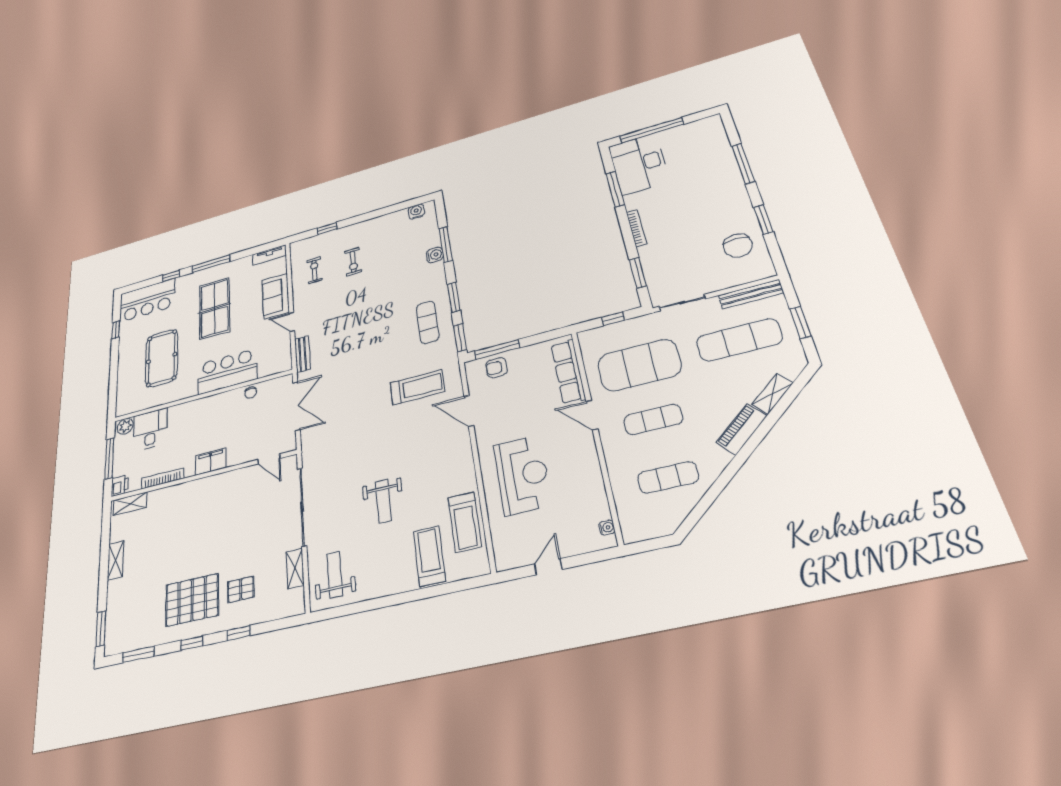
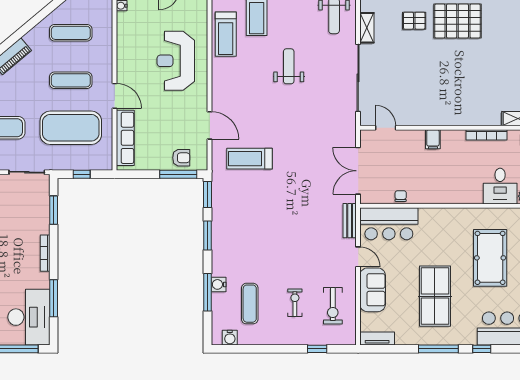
exercise bike: (314, 270) -> (333, 306), width x1.38, depth x1.39
exercise mat: (428, 322) -> (250, 304), moved
bar counter: (227, 372) -> (389, 224), moved
filing cabinet: (211, 461) -> (433, 139), width x0.50
treadmill: (465, 522) -> (226, 34), turned 180

